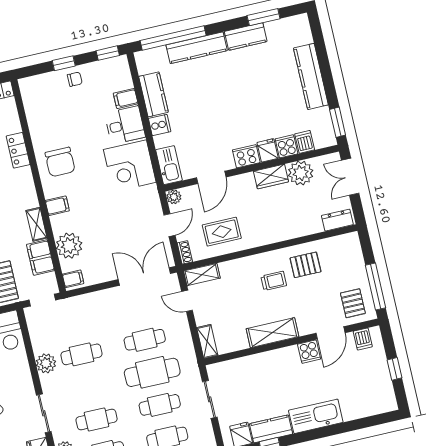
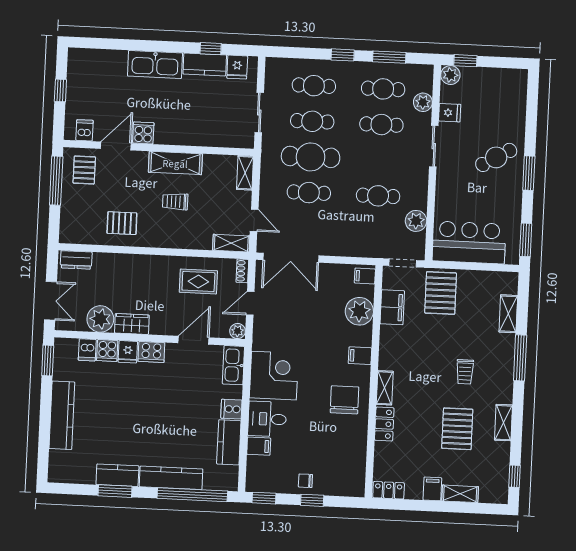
window: (264, 17) -> (115, 491), moved
shelving: (36, 224) -> (385, 388), moved
trolley: (274, 281) -> (175, 202), moved
plant: (46, 363) -> (416, 221), moved

